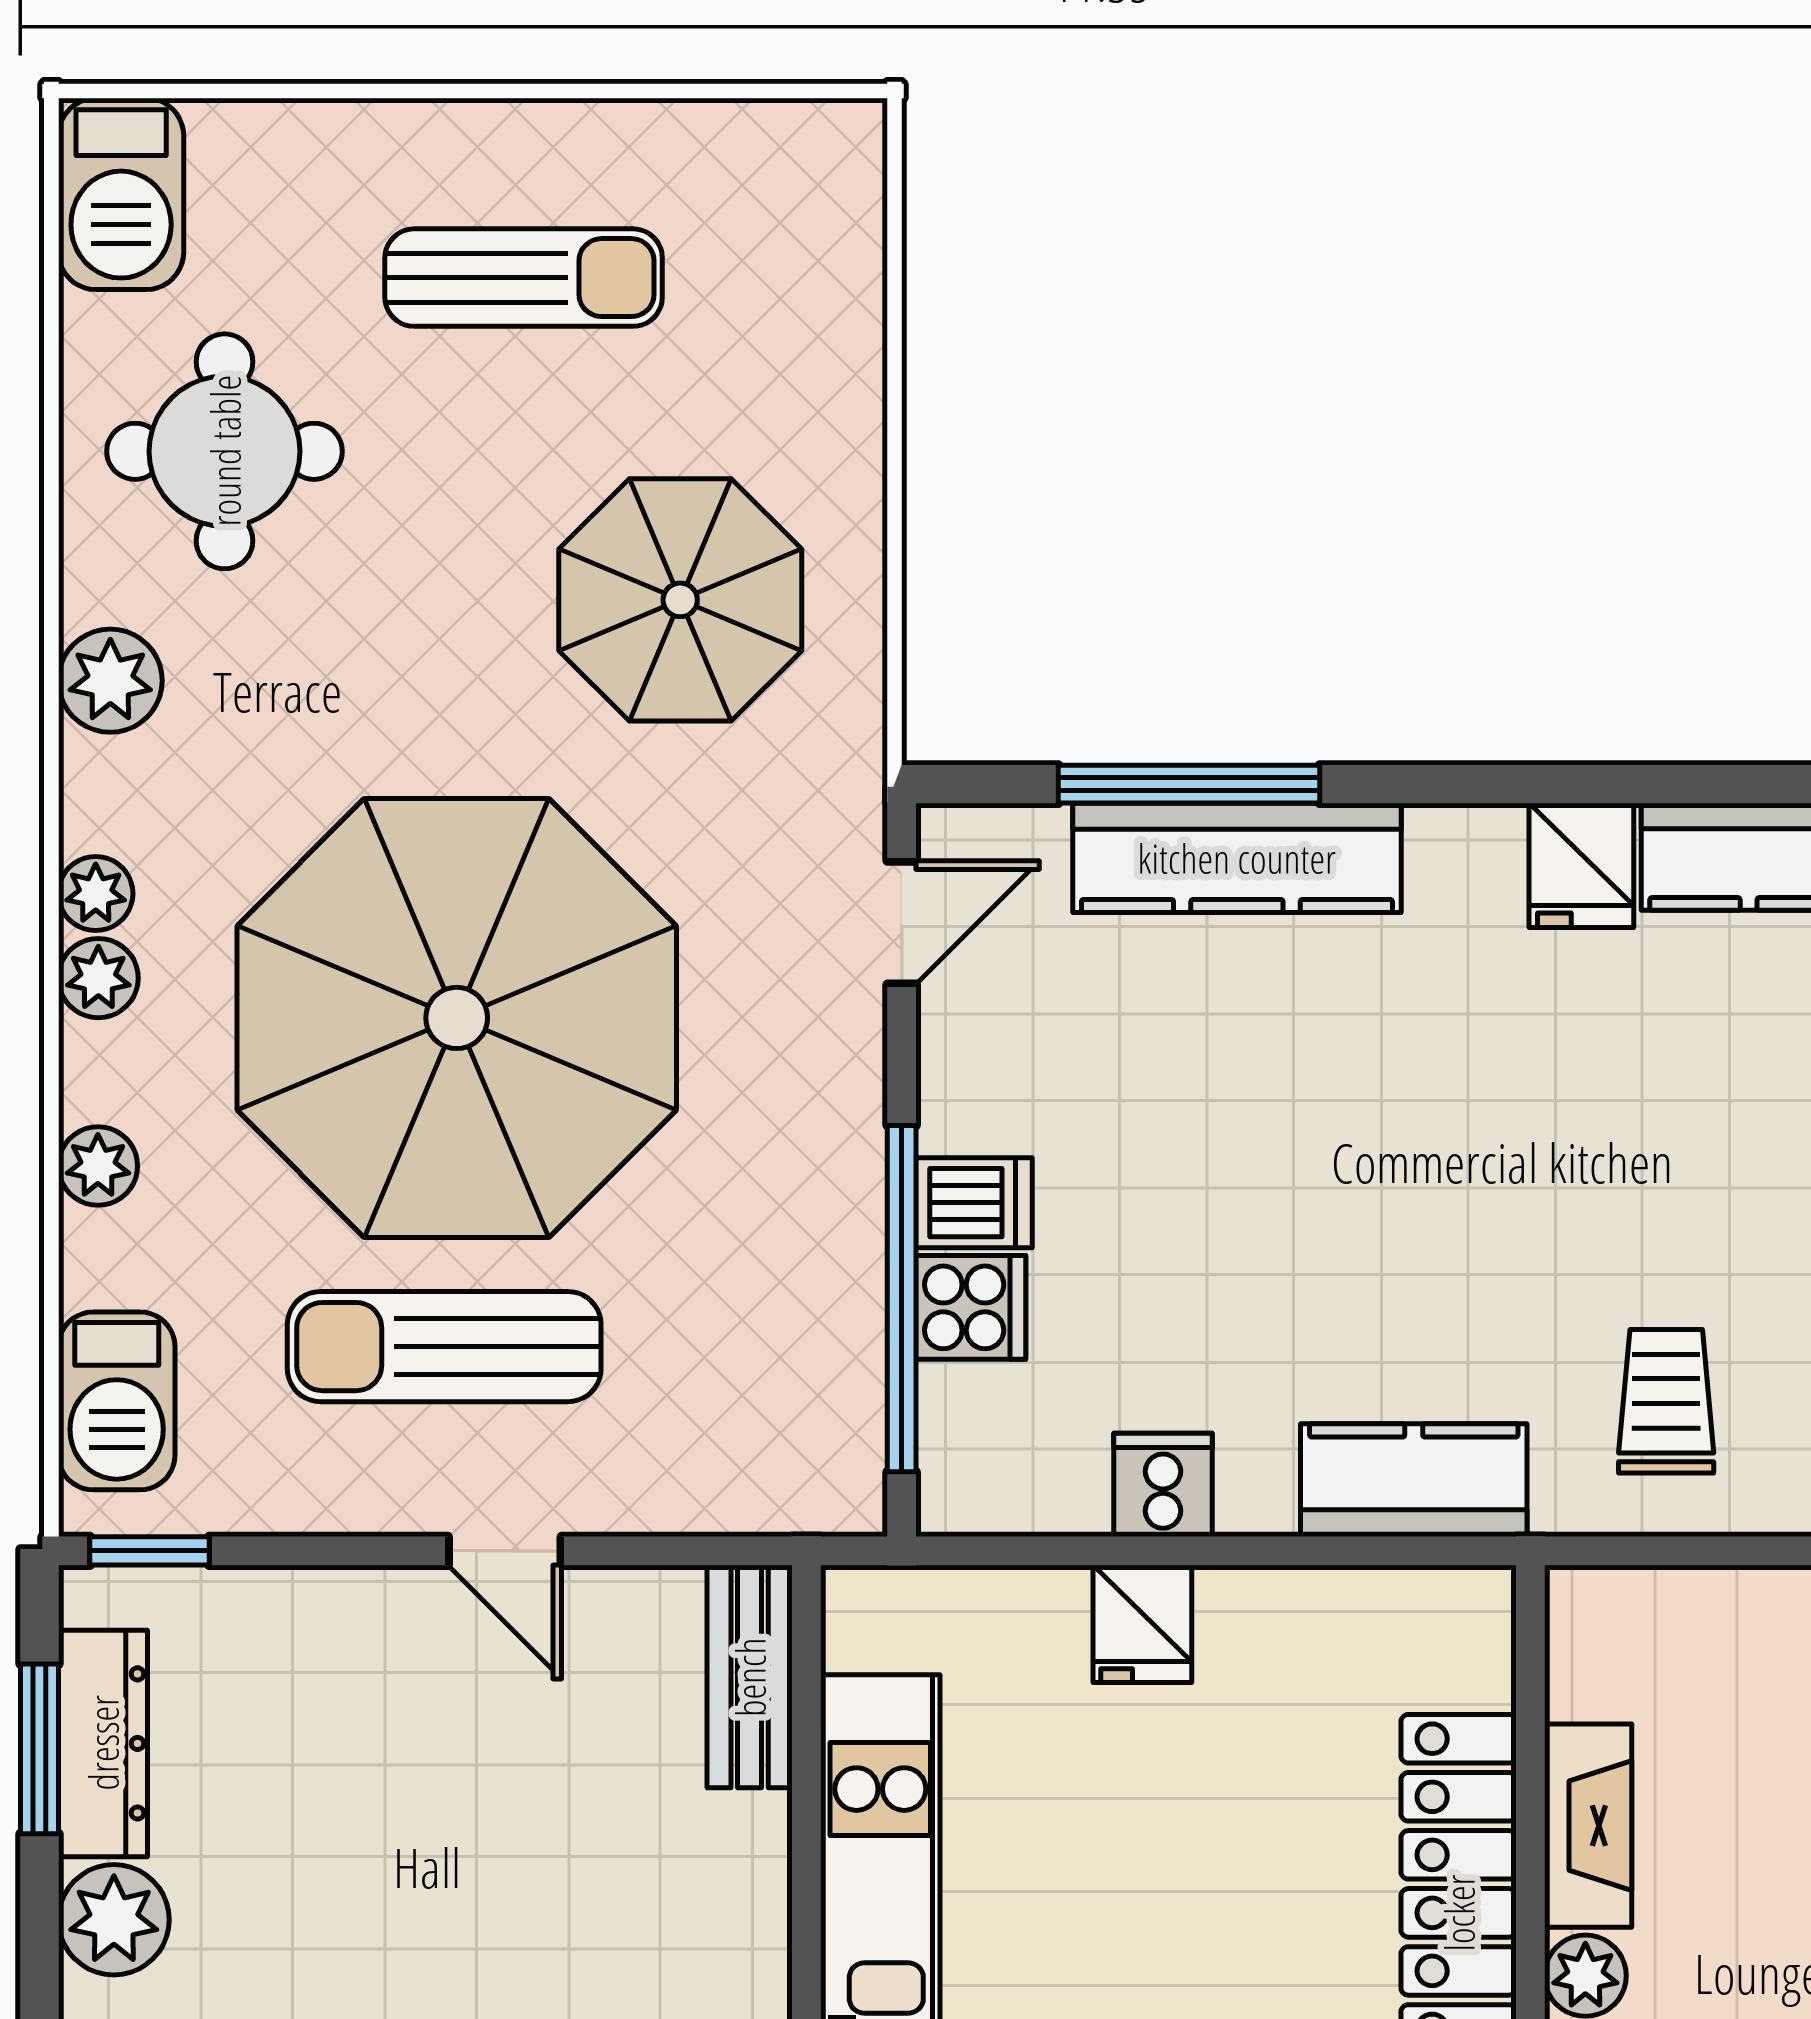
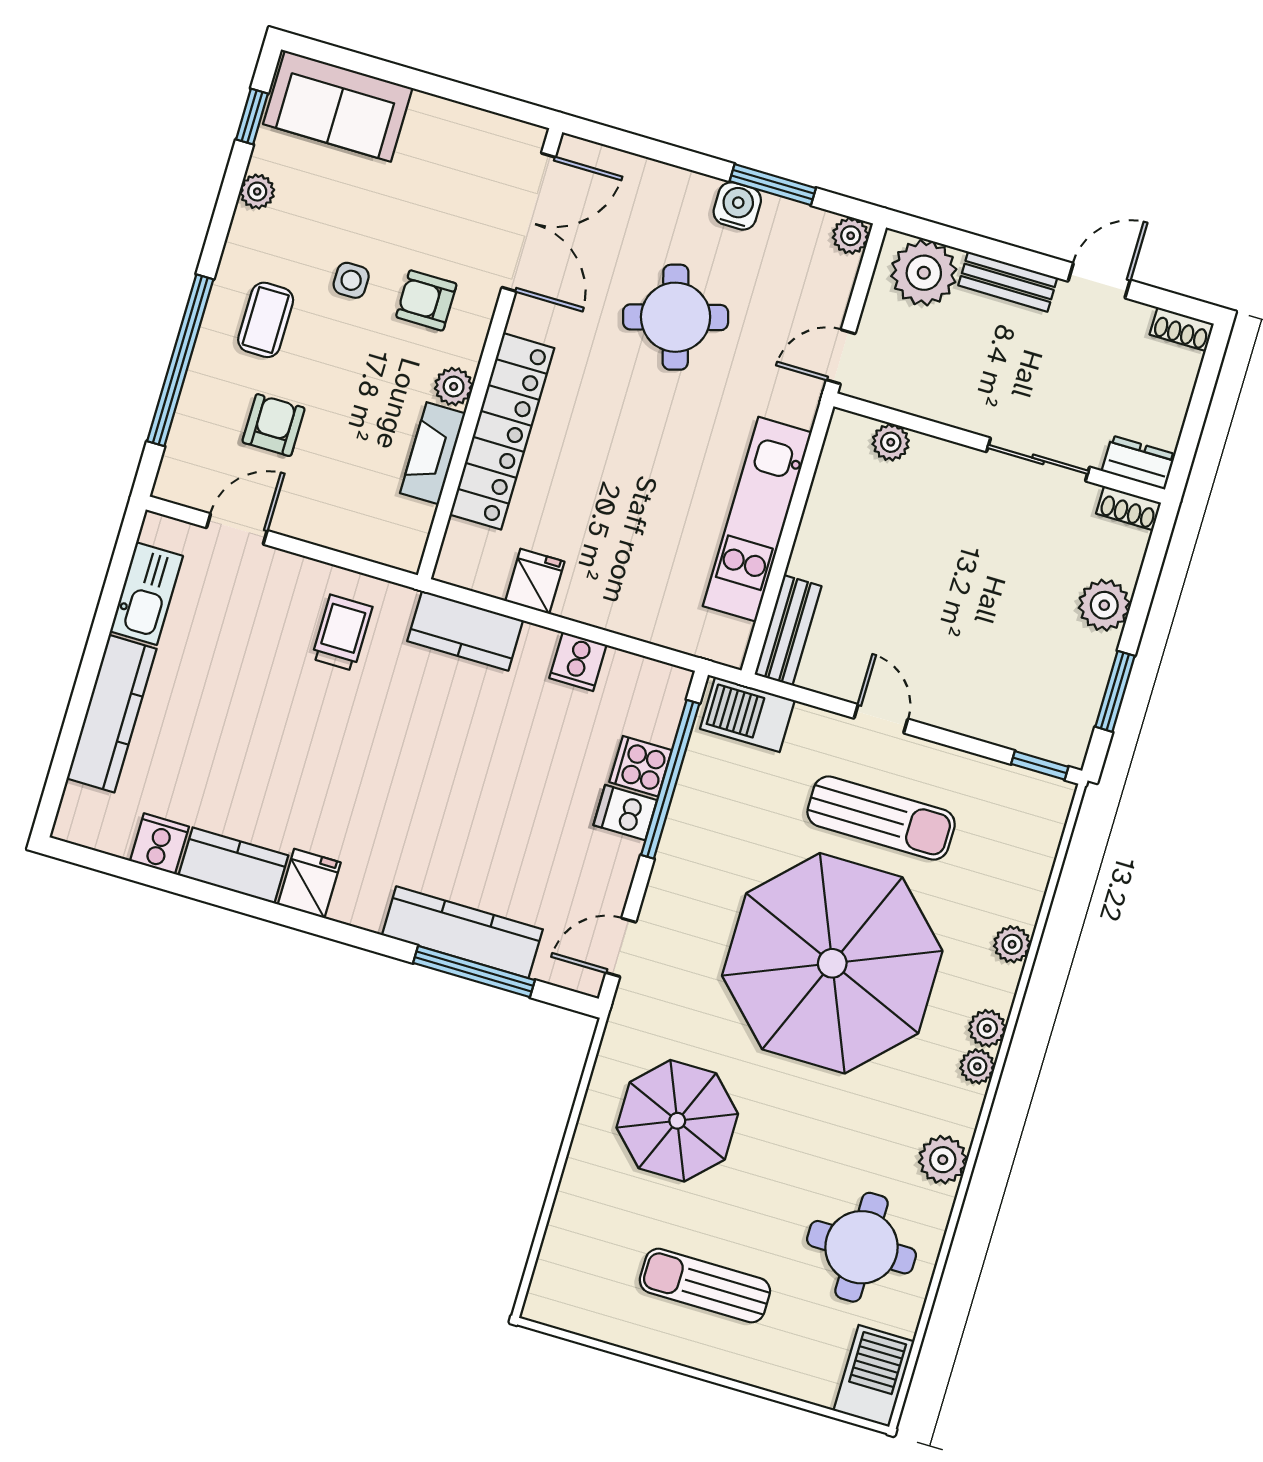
barbecue: (117, 1401) -> (747, 715), moved, turned -90
trolley: (1666, 1401) -> (342, 633), turned 180
fridge: (1142, 1624) -> (535, 581), moved
dresser: (103, 1743) -> (1086, 685), removed

